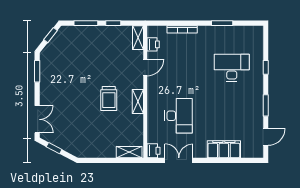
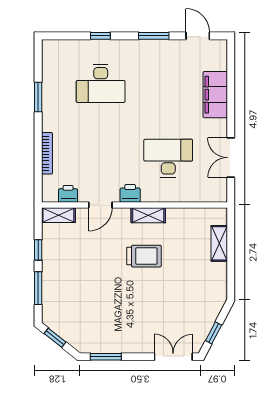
door: (145, 67) -> (100, 205), swing flipped
desk: (232, 68) -> (101, 83), turned -90
printer: (153, 151) -> (130, 193), moved
shelving: (129, 152) -> (219, 243), moved

